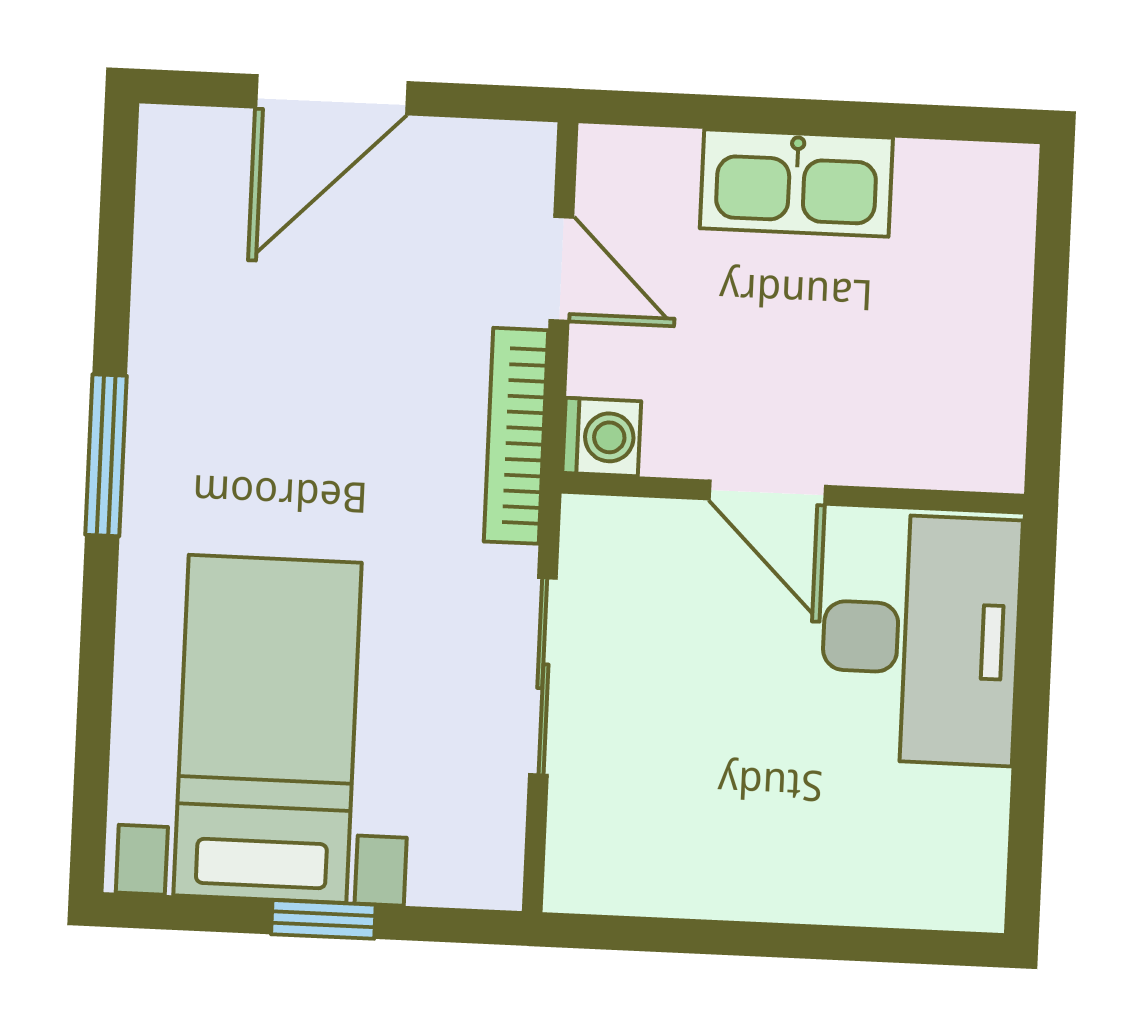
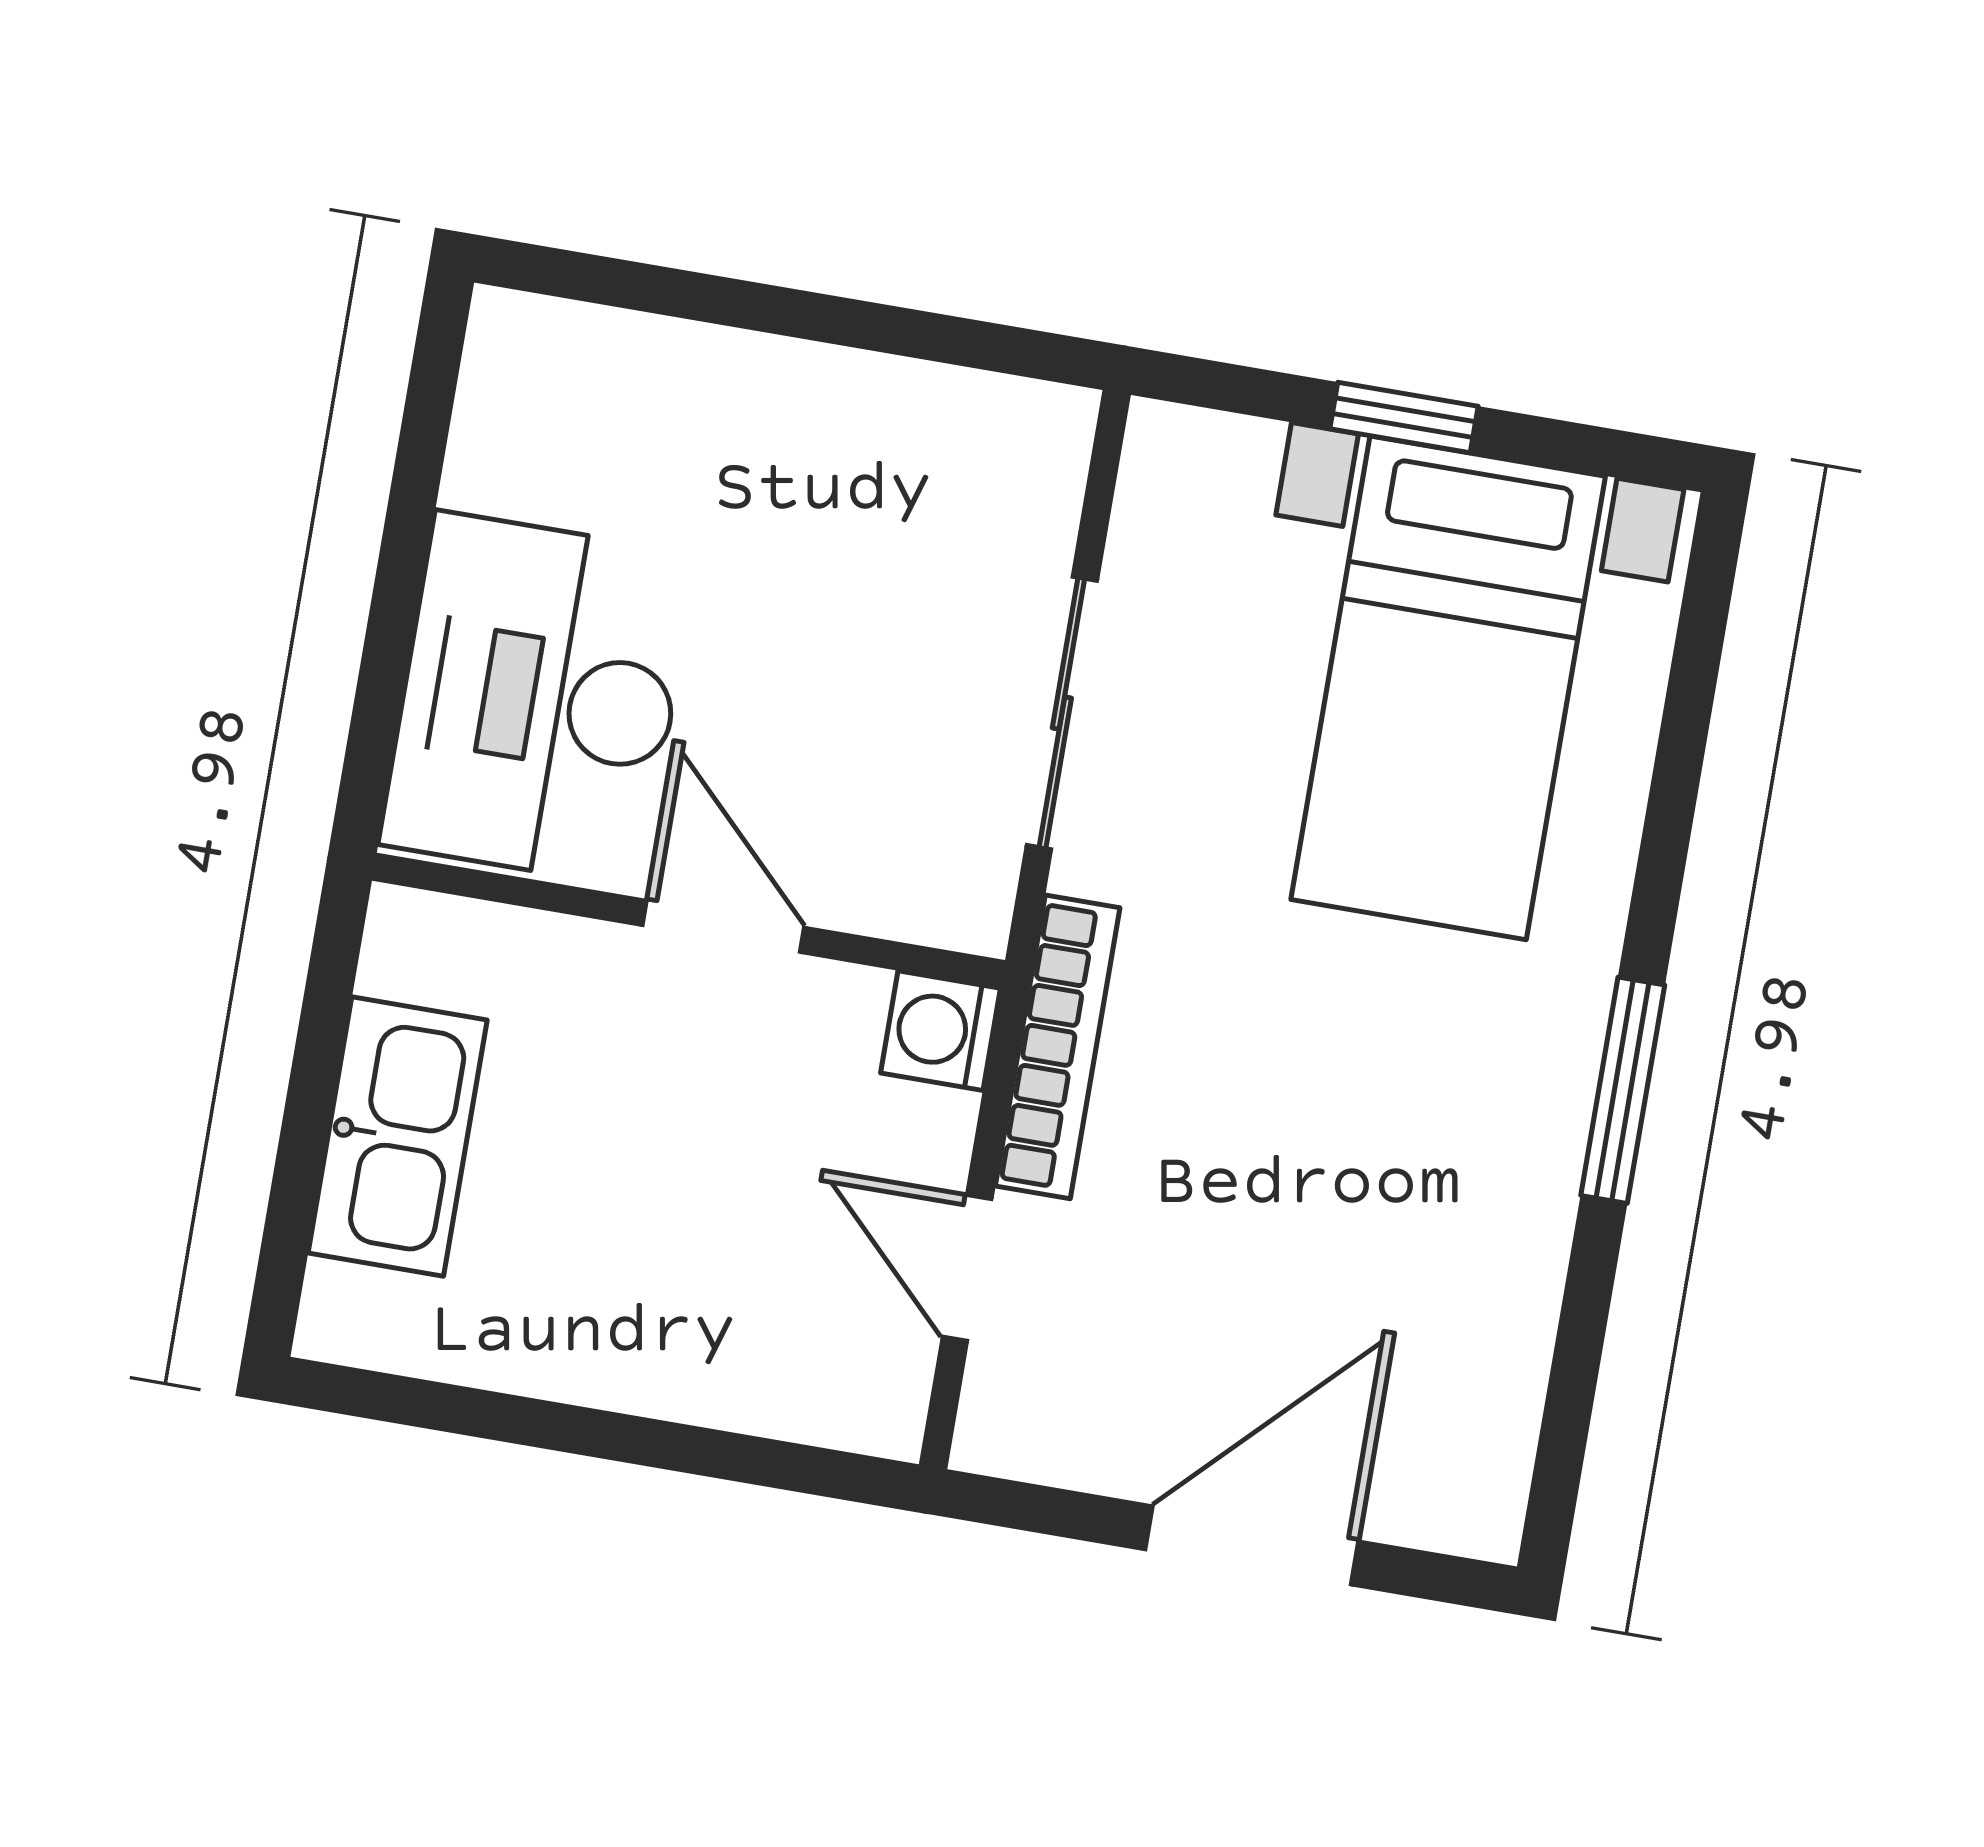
kitchen sink: (796, 183) -> (398, 1136), moved, turned 90

